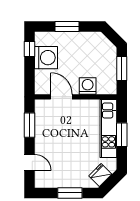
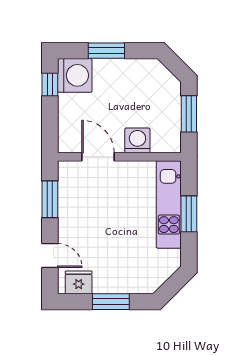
washing machine: (46, 58) -> (75, 75), moved
fridge: (100, 175) -> (79, 282), moved, turned 45

